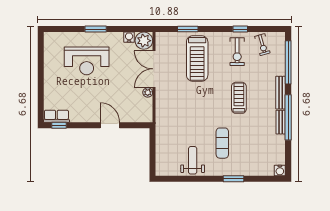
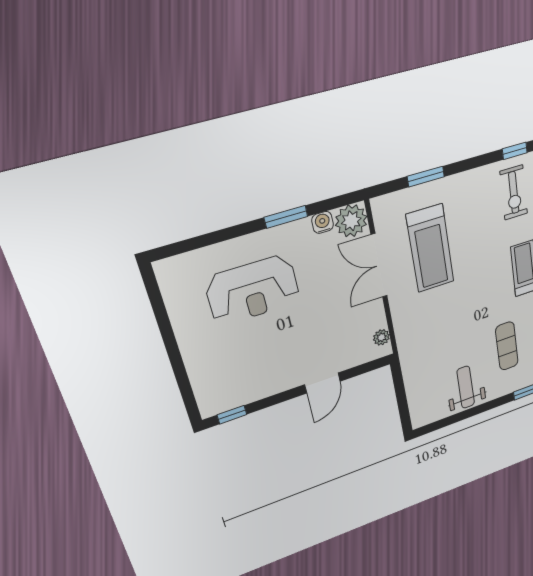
window: (96, 29) -> (286, 217), moved
treadmill: (197, 59) -> (430, 248), moved
plant: (148, 92) -> (381, 337), moved
row of seats: (56, 116) -> (223, 402), removed
door: (110, 125) -> (322, 383), swing flipped

